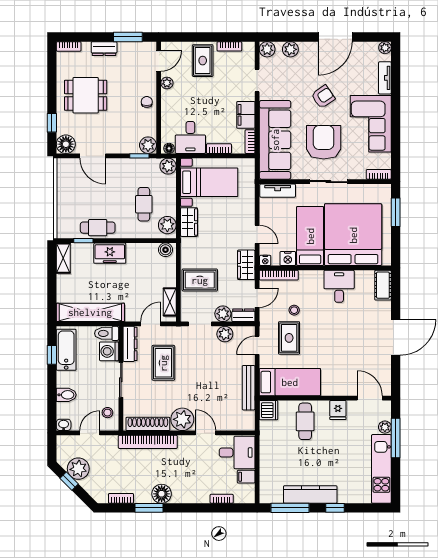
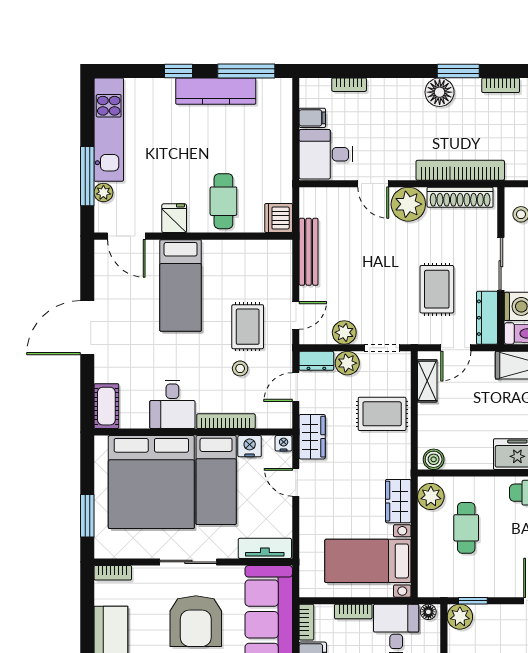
plant: (168, 166) -> (430, 585), removed
bookcase: (279, 275) -> (226, 421), moved
bed: (290, 382) -> (181, 285), moved, turned -90

